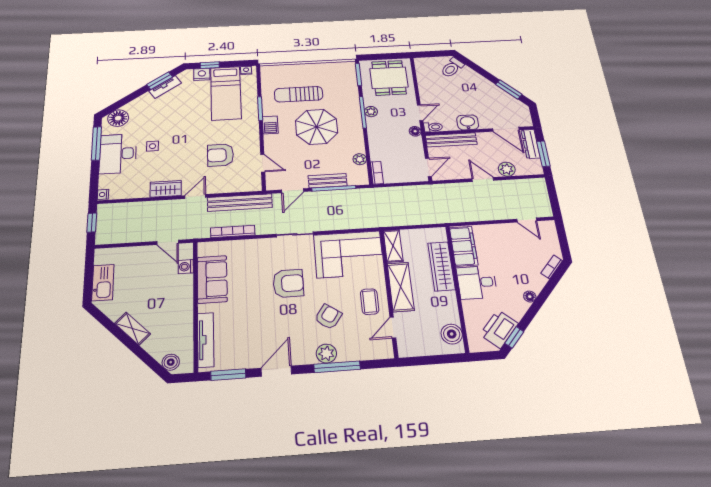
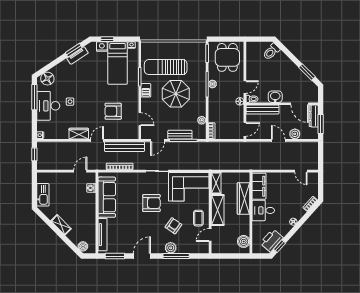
sun lounger: (299, 94) -> (166, 67), width x1.36, depth x1.34
door: (168, 242) -> (80, 171), swing flipped
sofa: (212, 279) -> (107, 197), width x1.36

